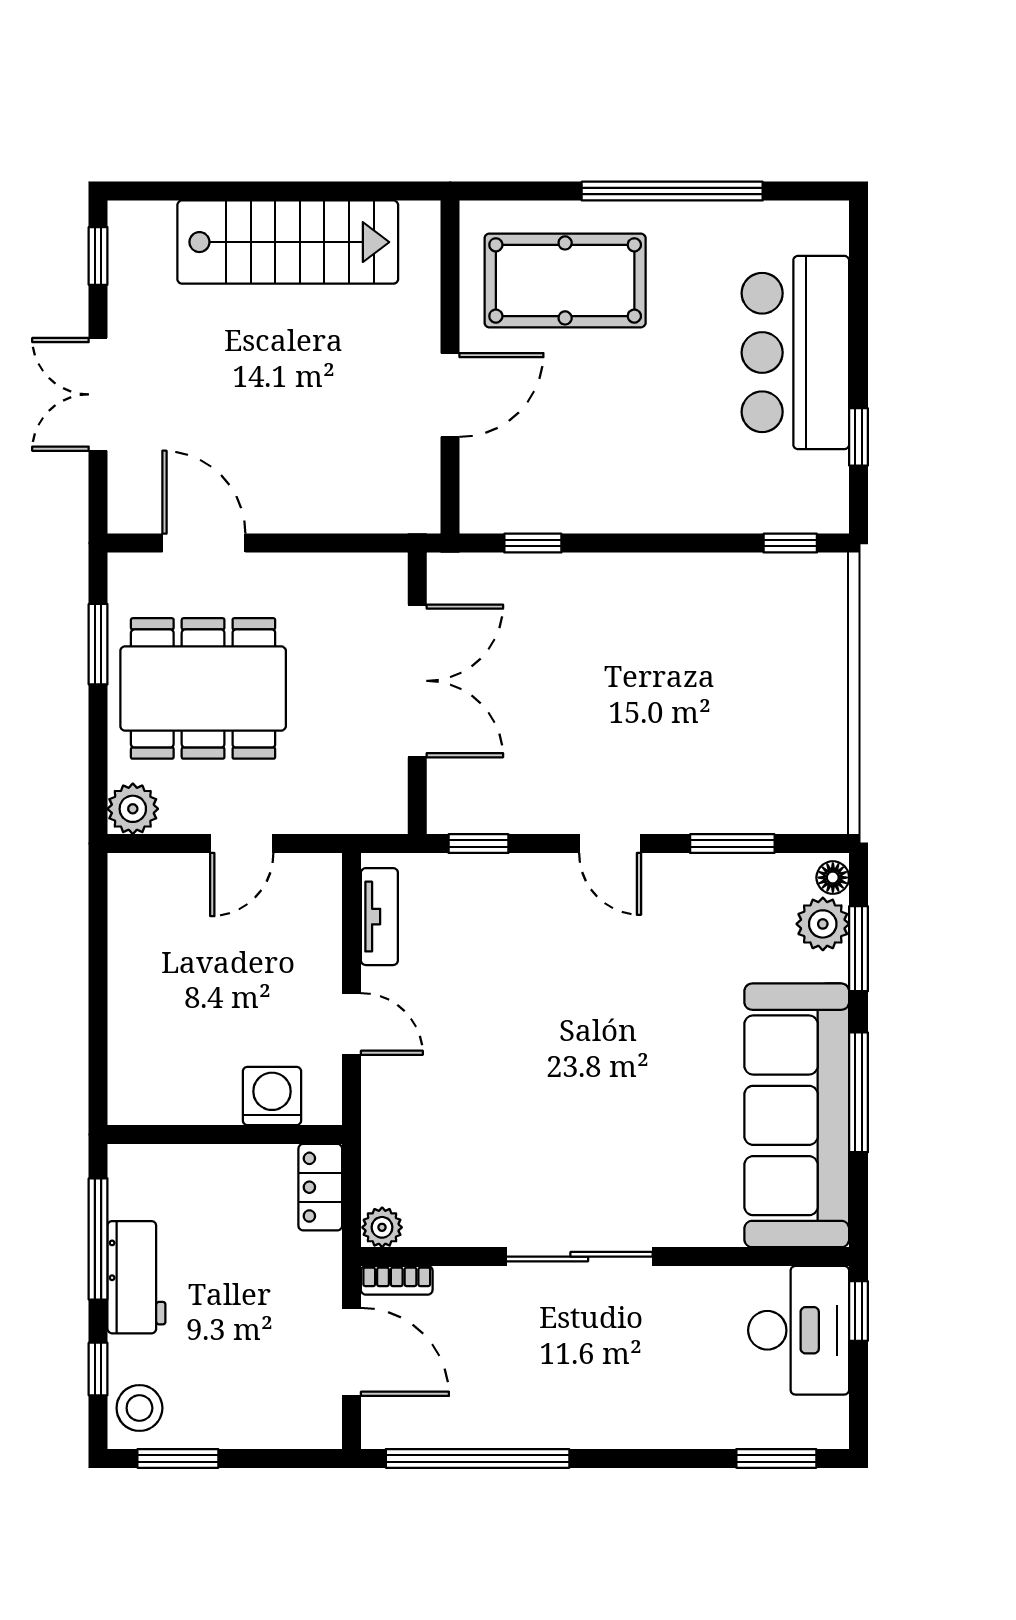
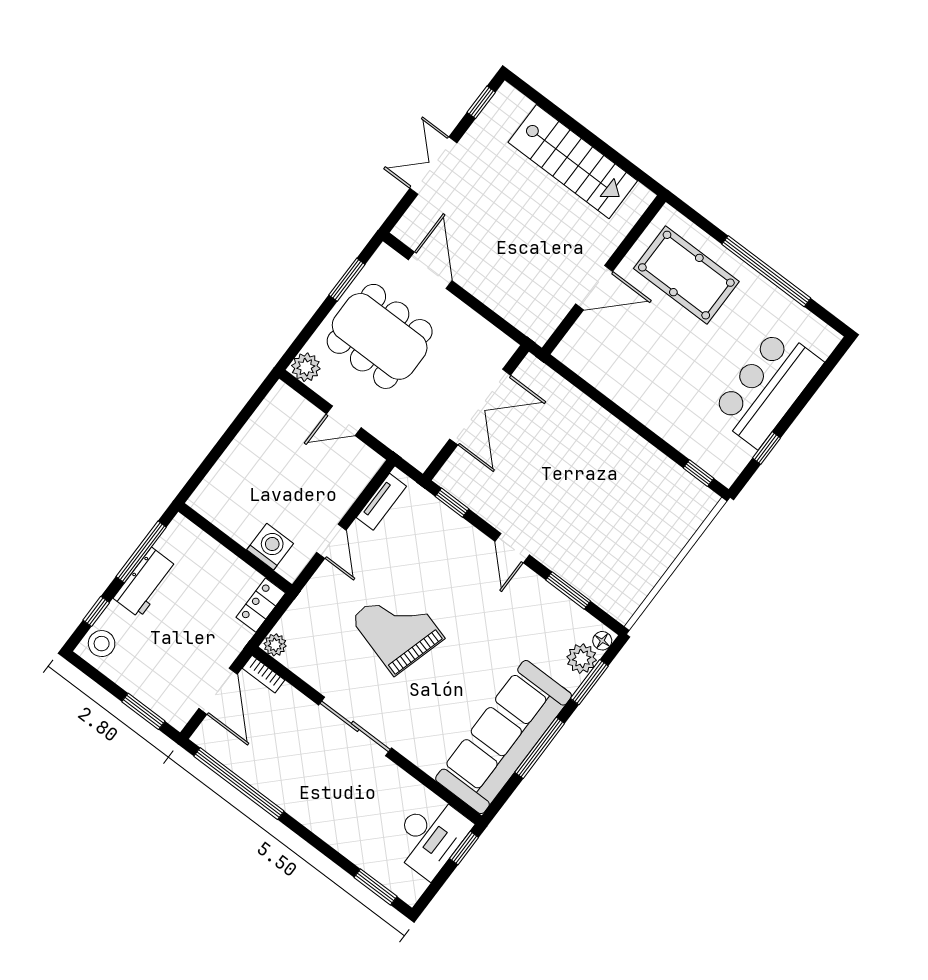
window: (533, 543) -> (581, 384), removed
grand piano: (535, 1075) -> (398, 628), added
window: (178, 1458) -> (143, 711), moved

